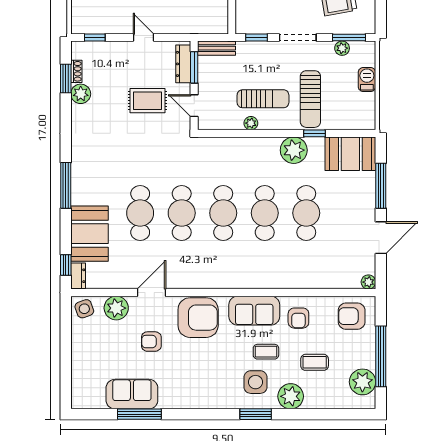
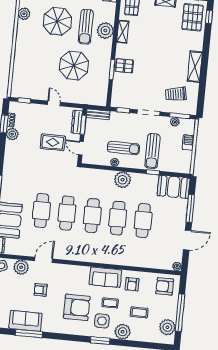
plant: (294, 150) -> (123, 180), moved
armchair: (198, 318) -> (77, 307), moved

